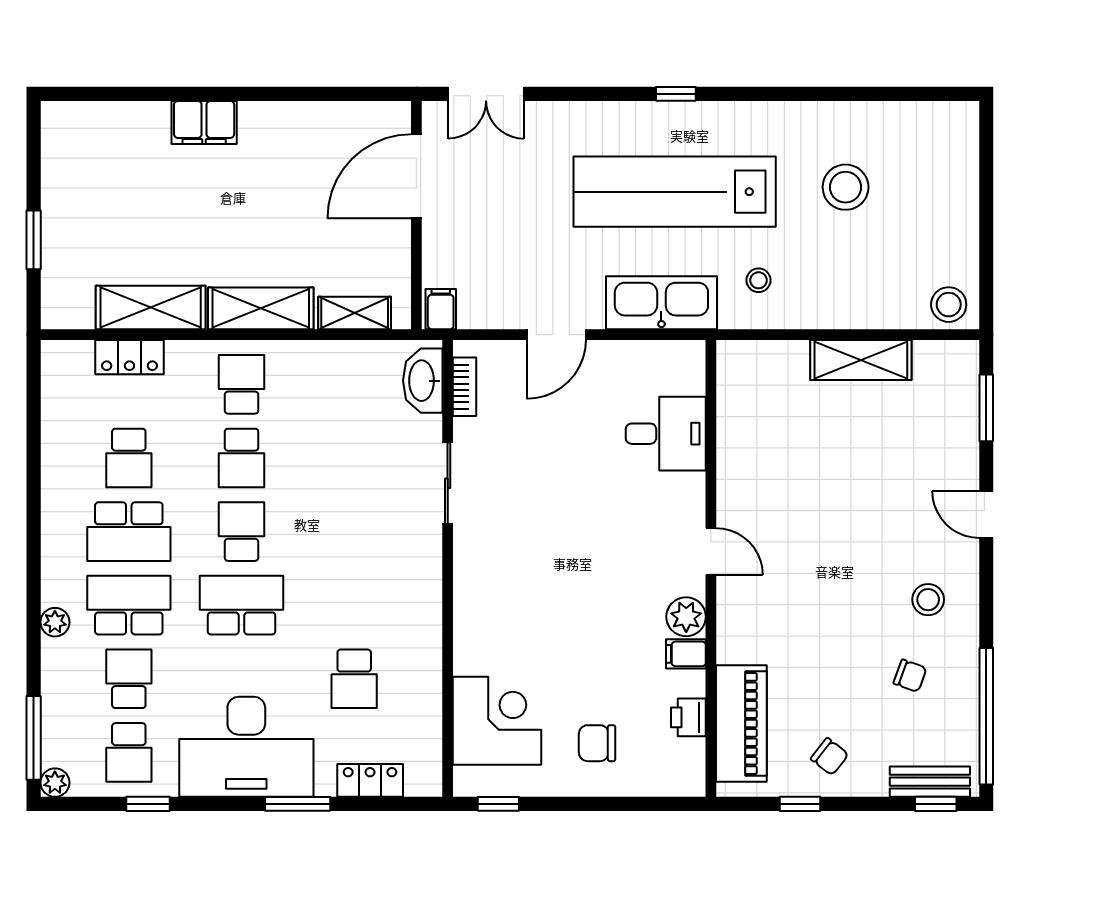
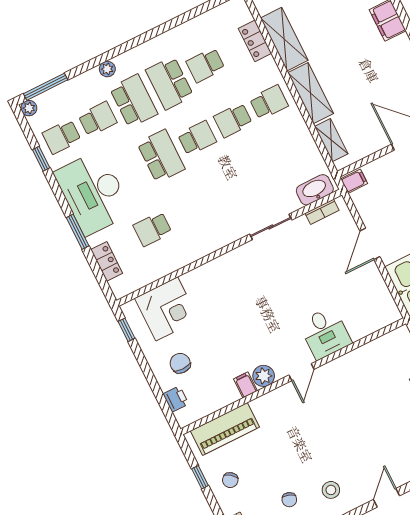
door: (556, 335) -> (370, 244), hinge flipped
desk: (666, 434) -> (325, 333), moved
printer: (688, 717) -> (176, 399), moved, turned 90

